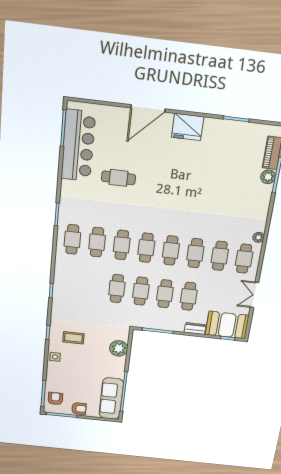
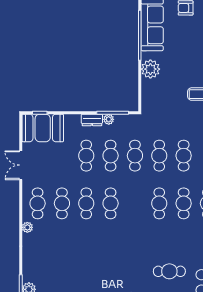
cafe table: (146, 248) -> (184, 156), moved
double door: (254, 295) -> (21, 165), swing flipped
plant: (162, 326) -> (109, 119), added
dresser: (195, 328) -> (92, 120), moved
plant: (119, 348) -> (150, 69), moved

